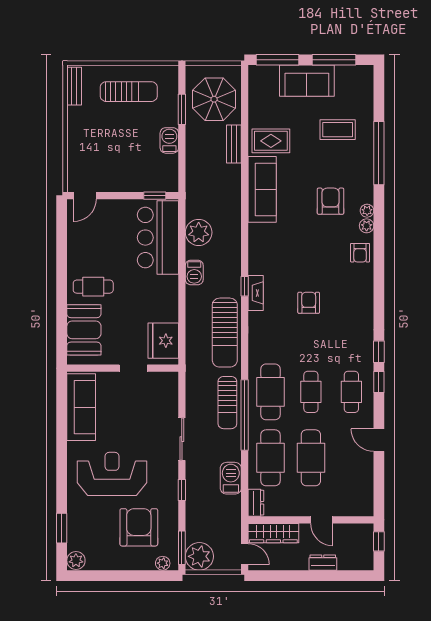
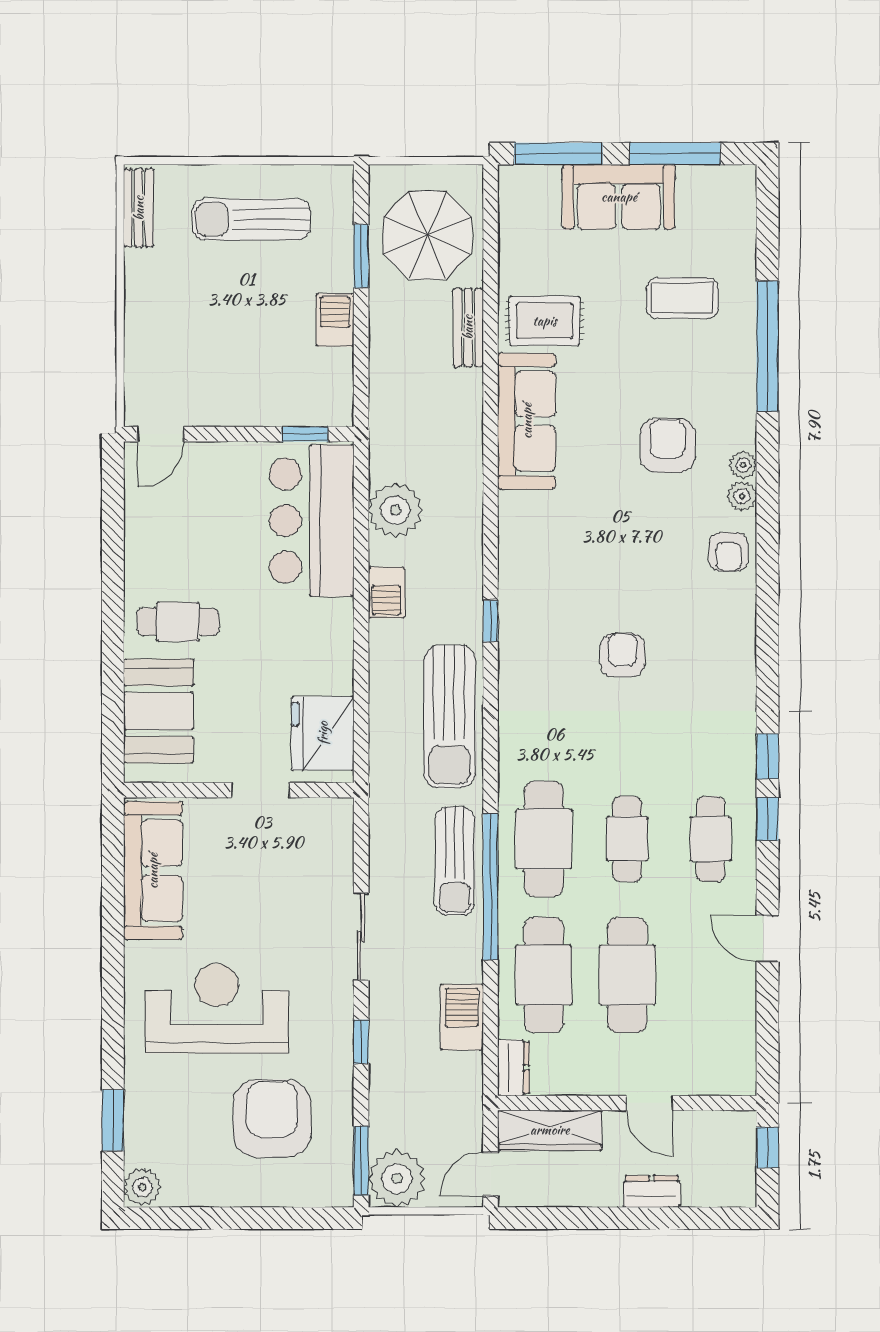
sun lounger: (129, 92) -> (251, 219), turned 180
fireplace: (256, 293) -> (513, 635), removed
door: (245, 554) -> (491, 1174), swing flipped
plant: (163, 563) -> (321, 1193), removed

